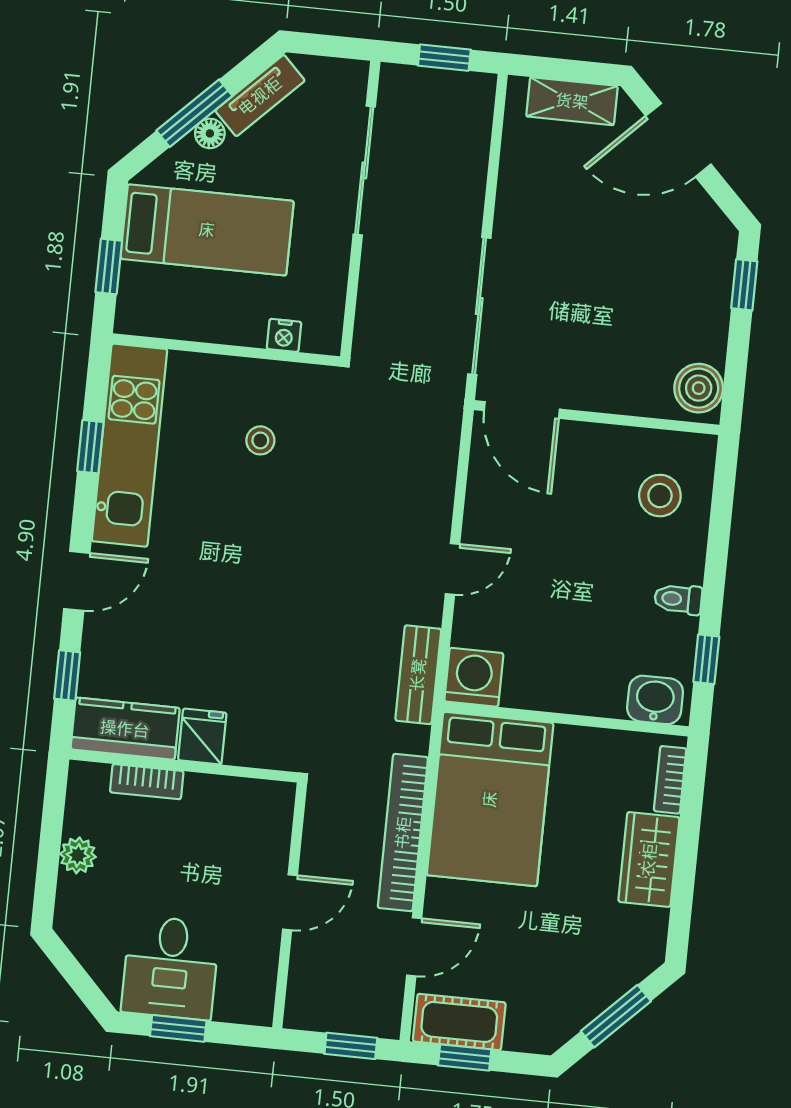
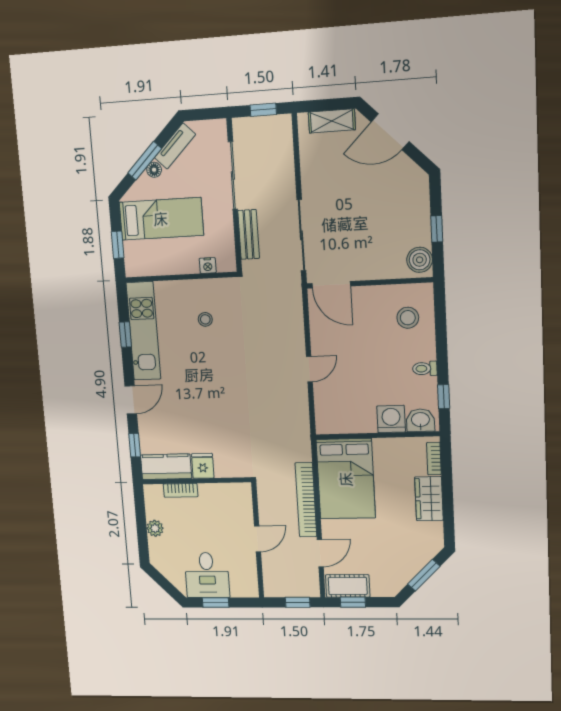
window: (744, 285) -> (437, 229), moved
bench: (418, 675) -> (249, 234), moved
washing machine: (474, 677) -> (391, 419), moved

